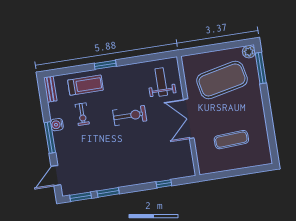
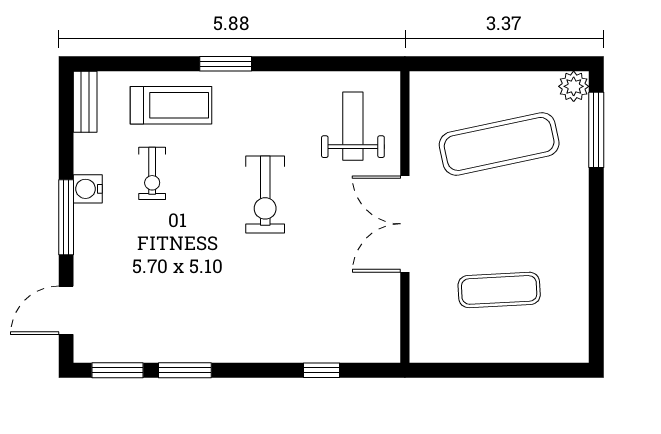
exercise mat: (222, 80) -> (499, 144), width x0.68
exercise bike: (130, 116) -> (265, 194), turned 90

